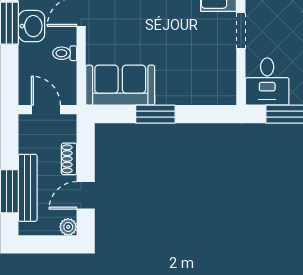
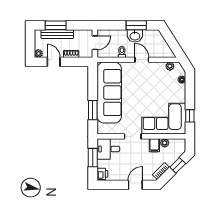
sofa: (120, 85) -> (109, 93), width x1.85, depth x1.27
window: (155, 114) -> (93, 110), moved

